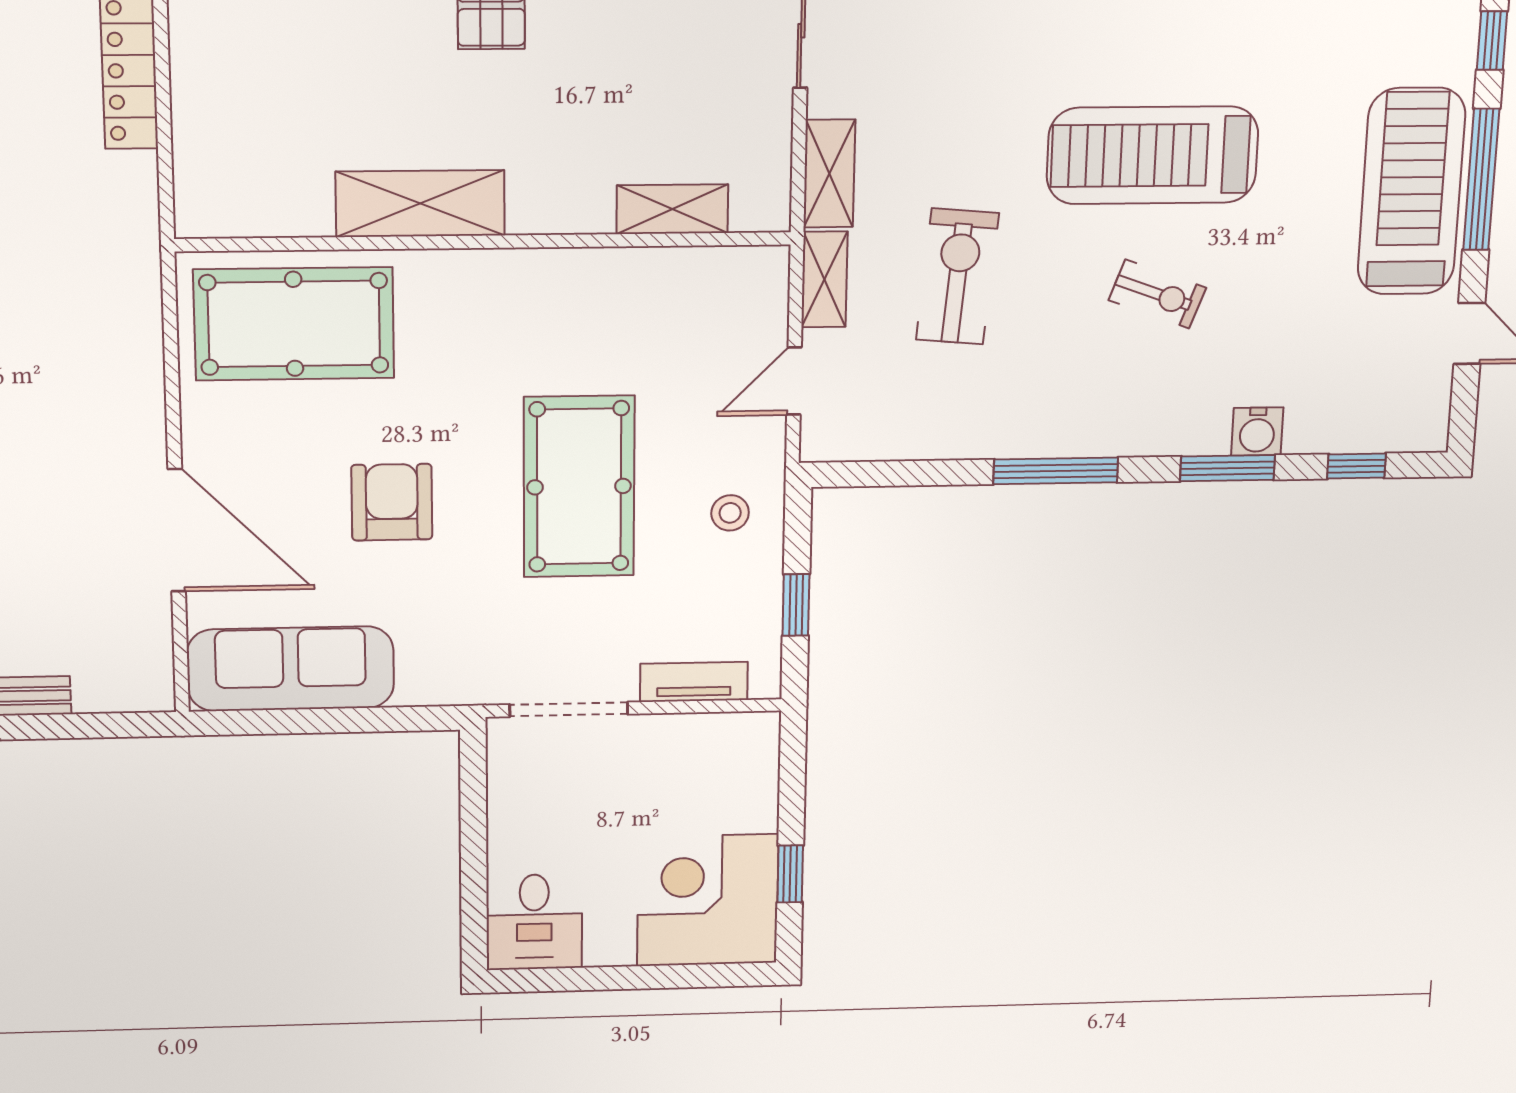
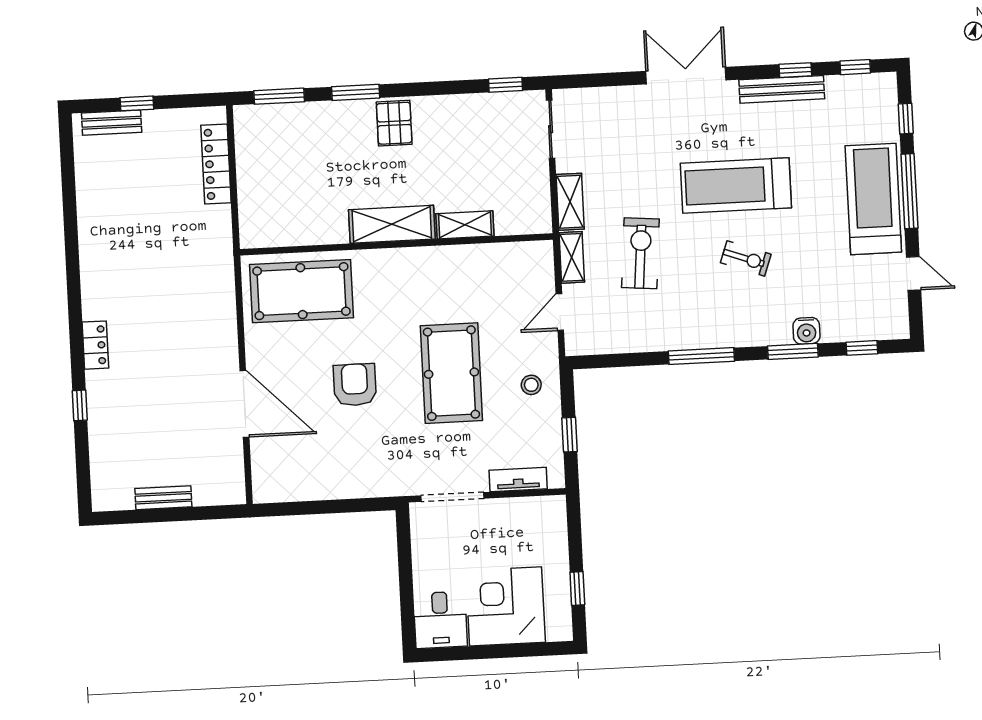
shelving: (420, 204) -> (392, 224), moved
shelving: (672, 209) -> (465, 225), moved
sofa: (291, 669) -> (305, 478), removed
corner desk: (708, 900) -> (506, 606), moved

